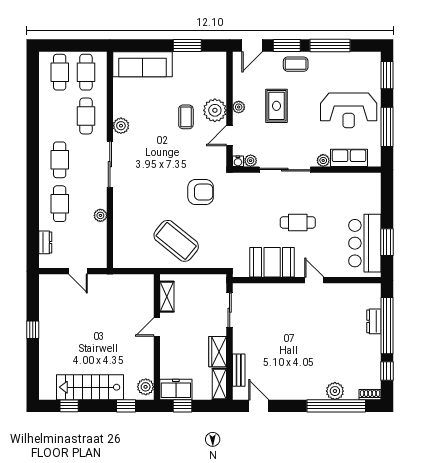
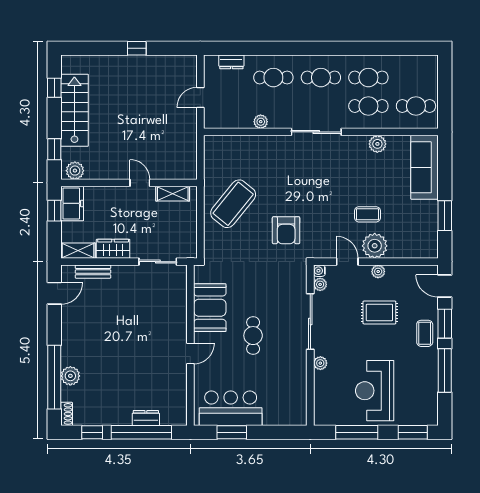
cafe table: (60, 72) -> (368, 78), moved
plant: (121, 126) -> (377, 144), moved
row of seats: (349, 158) -> (323, 391), removed

